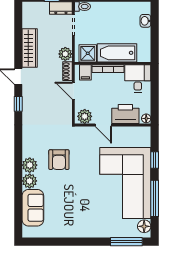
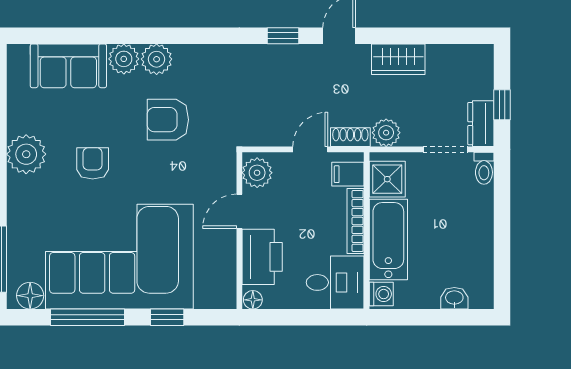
wardrobe: (30, 48) -> (398, 59), width x0.67
washing machine: (143, 56) -> (381, 294), added
armchair: (80, 196) -> (93, 163), added
plant: (76, 228) -> (26, 154), added

